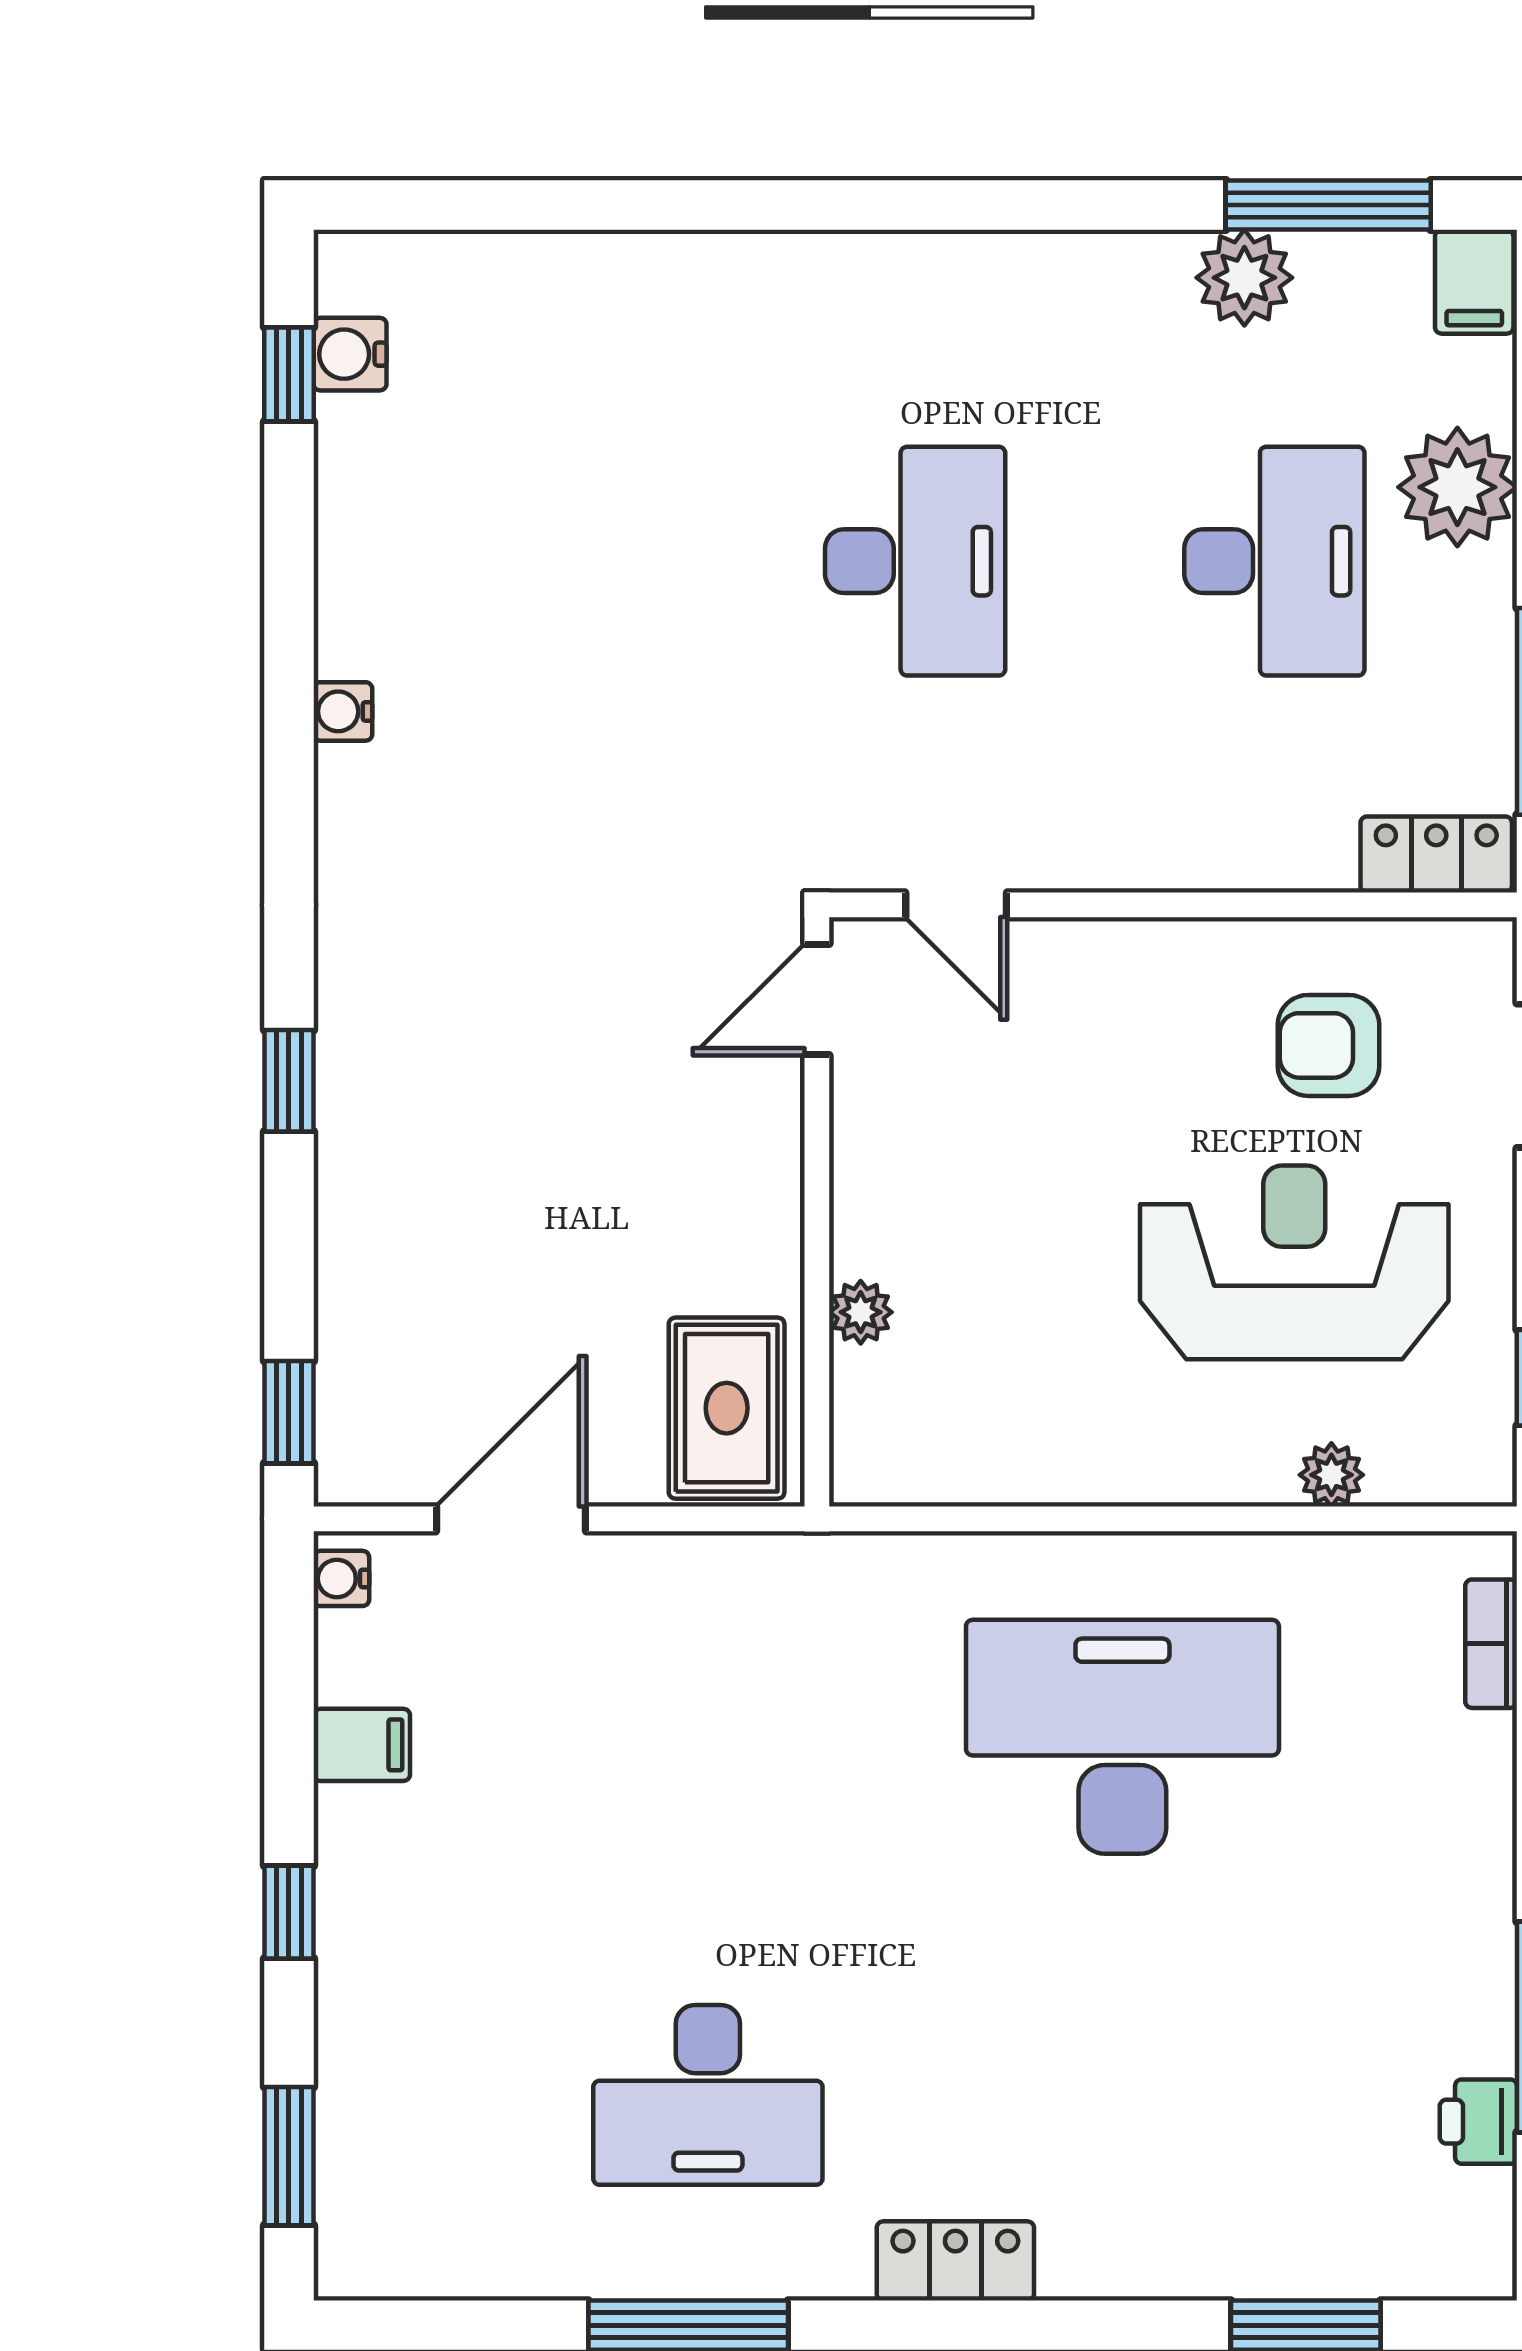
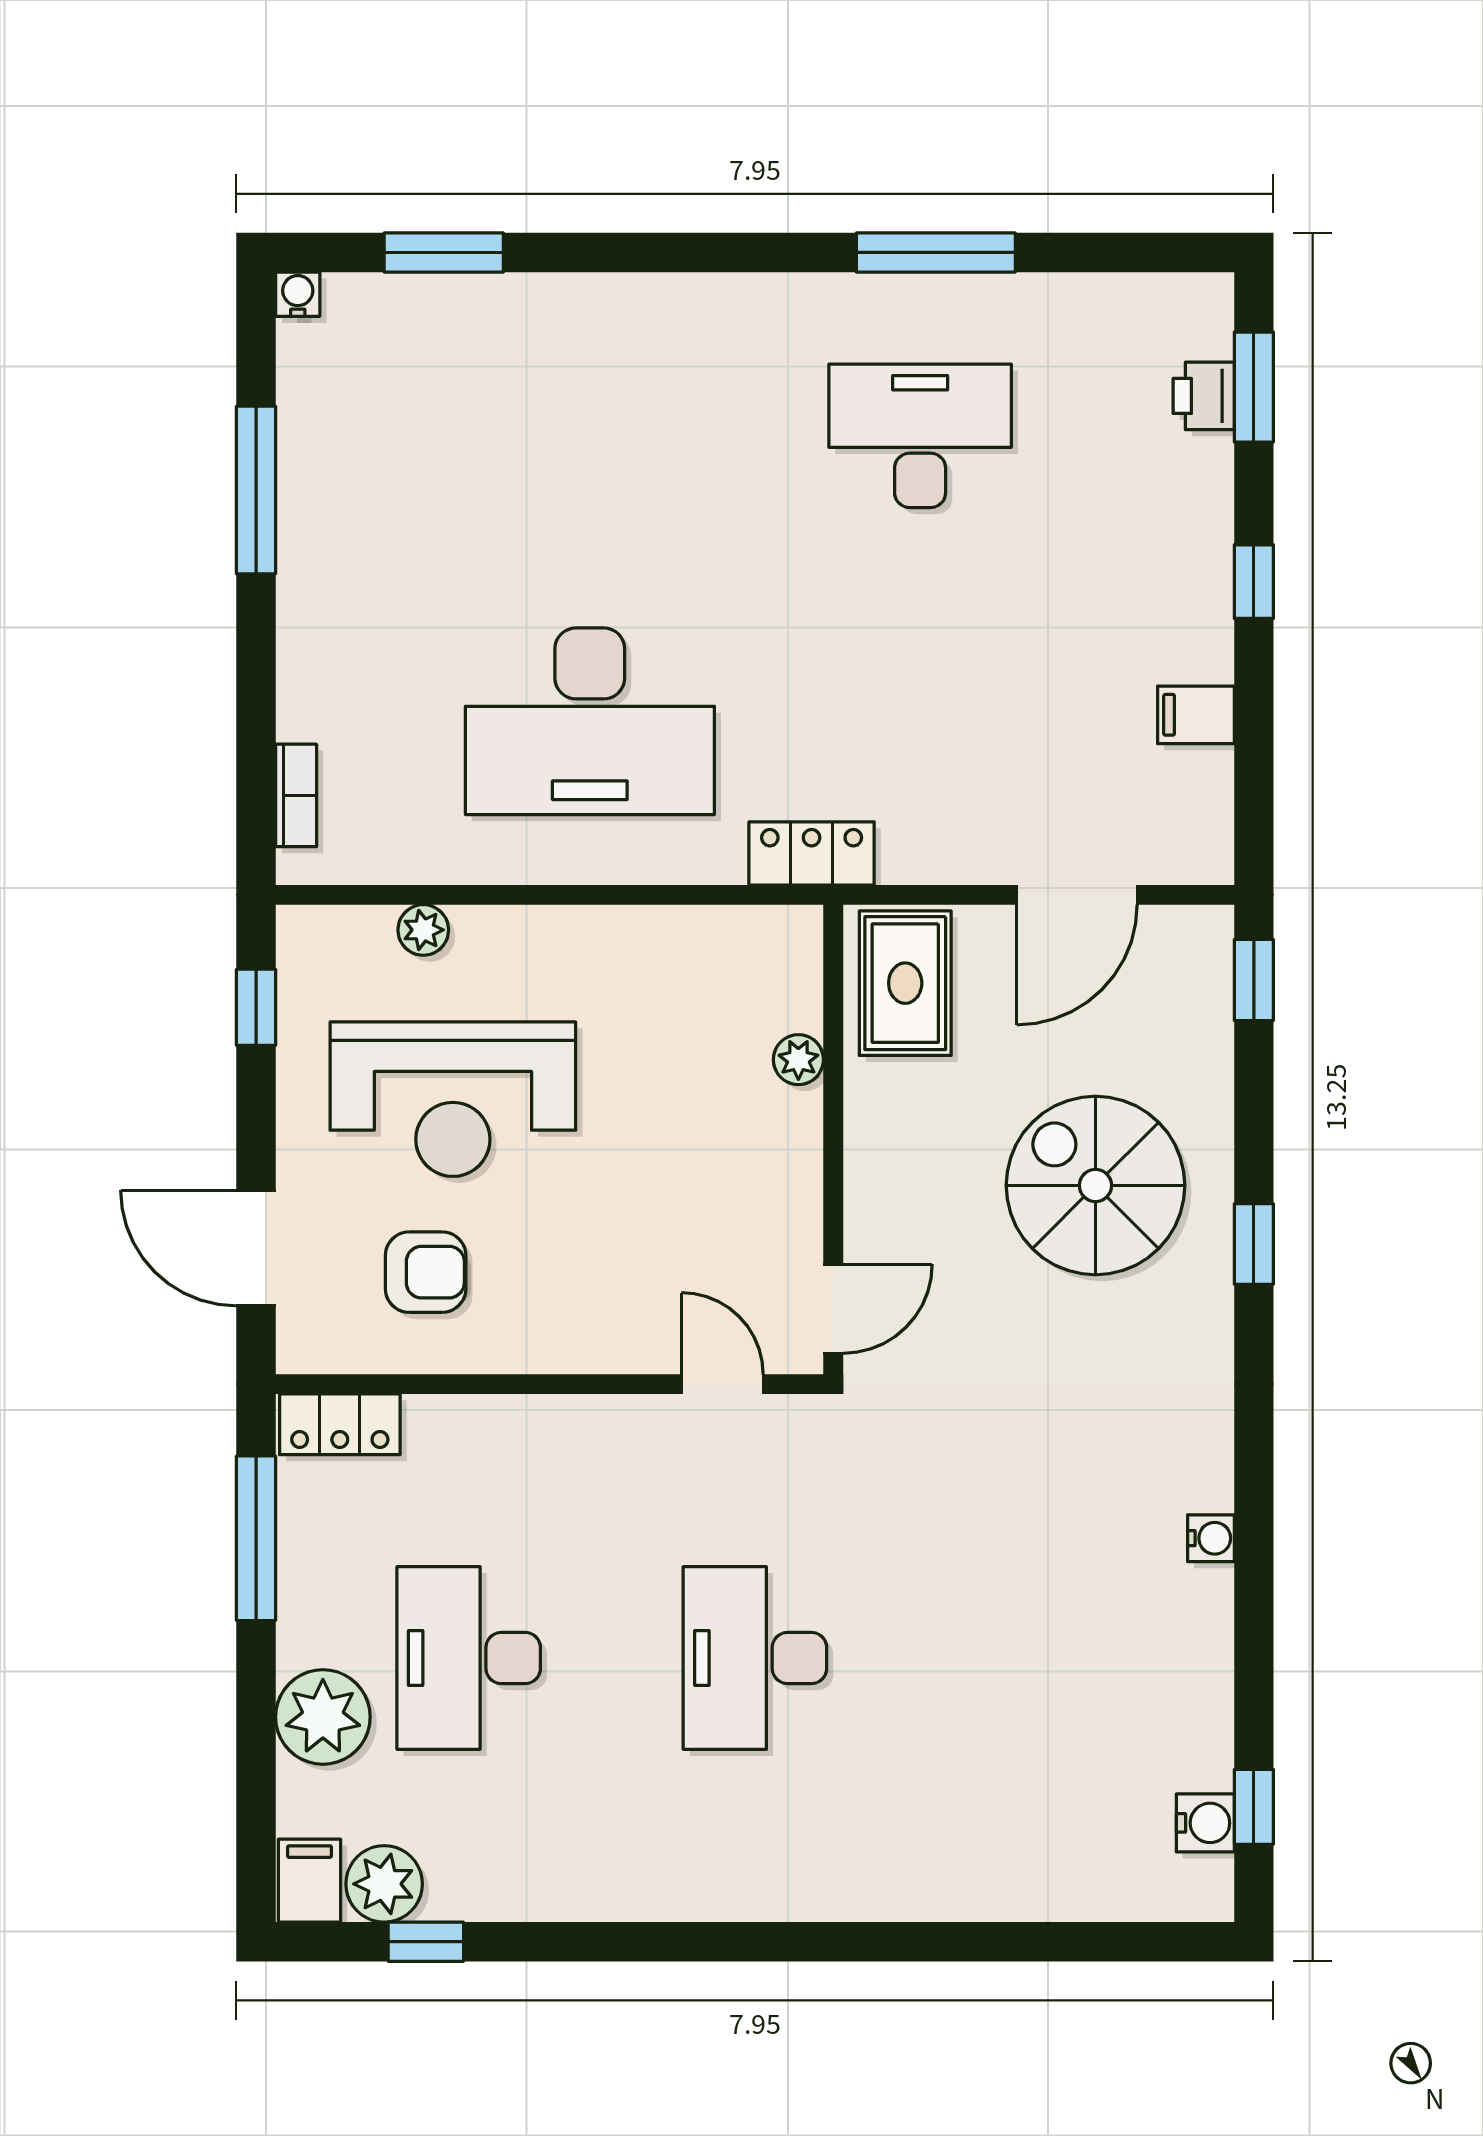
window: (1328, 205) -> (426, 1942), width x0.46
plant: (1244, 278) -> (384, 1884), moved
spiral stairs: (488, 1154) -> (1095, 1185), added
water cooler: (341, 1578) -> (298, 294), moved, turned -90
printer: (1478, 2122) -> (1204, 396), moved, turned 180
locker: (955, 2261) -> (812, 853), moved, turned 180

